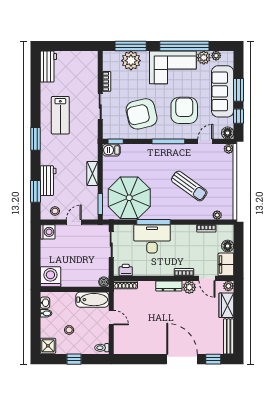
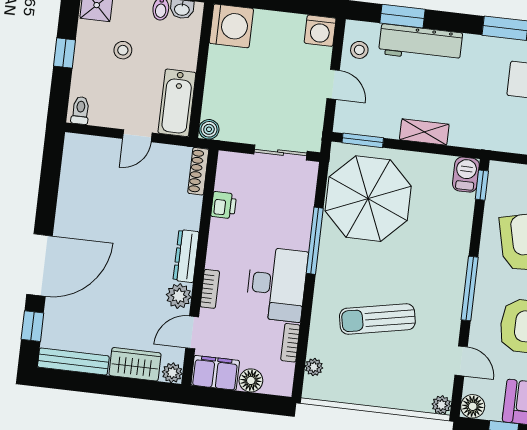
workbench: (48, 181) -> (421, 43), width x1.37
sun lounger: (189, 186) -> (377, 319), turned 43
desk: (152, 239) -> (277, 284), moved
printer: (126, 270) -> (224, 205), moved

